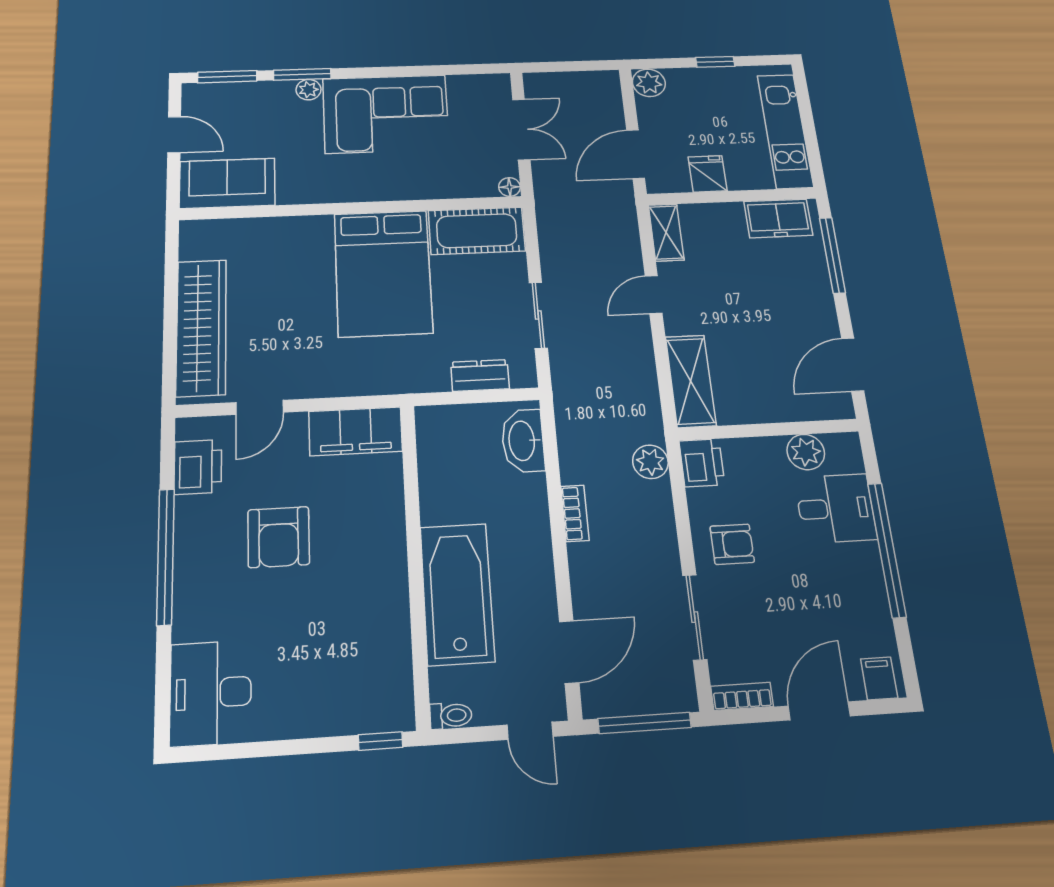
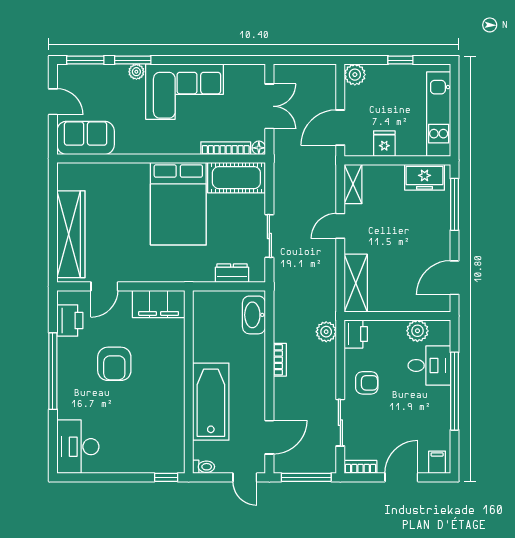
bookcase: (456, 189) -> (226, 148), added

